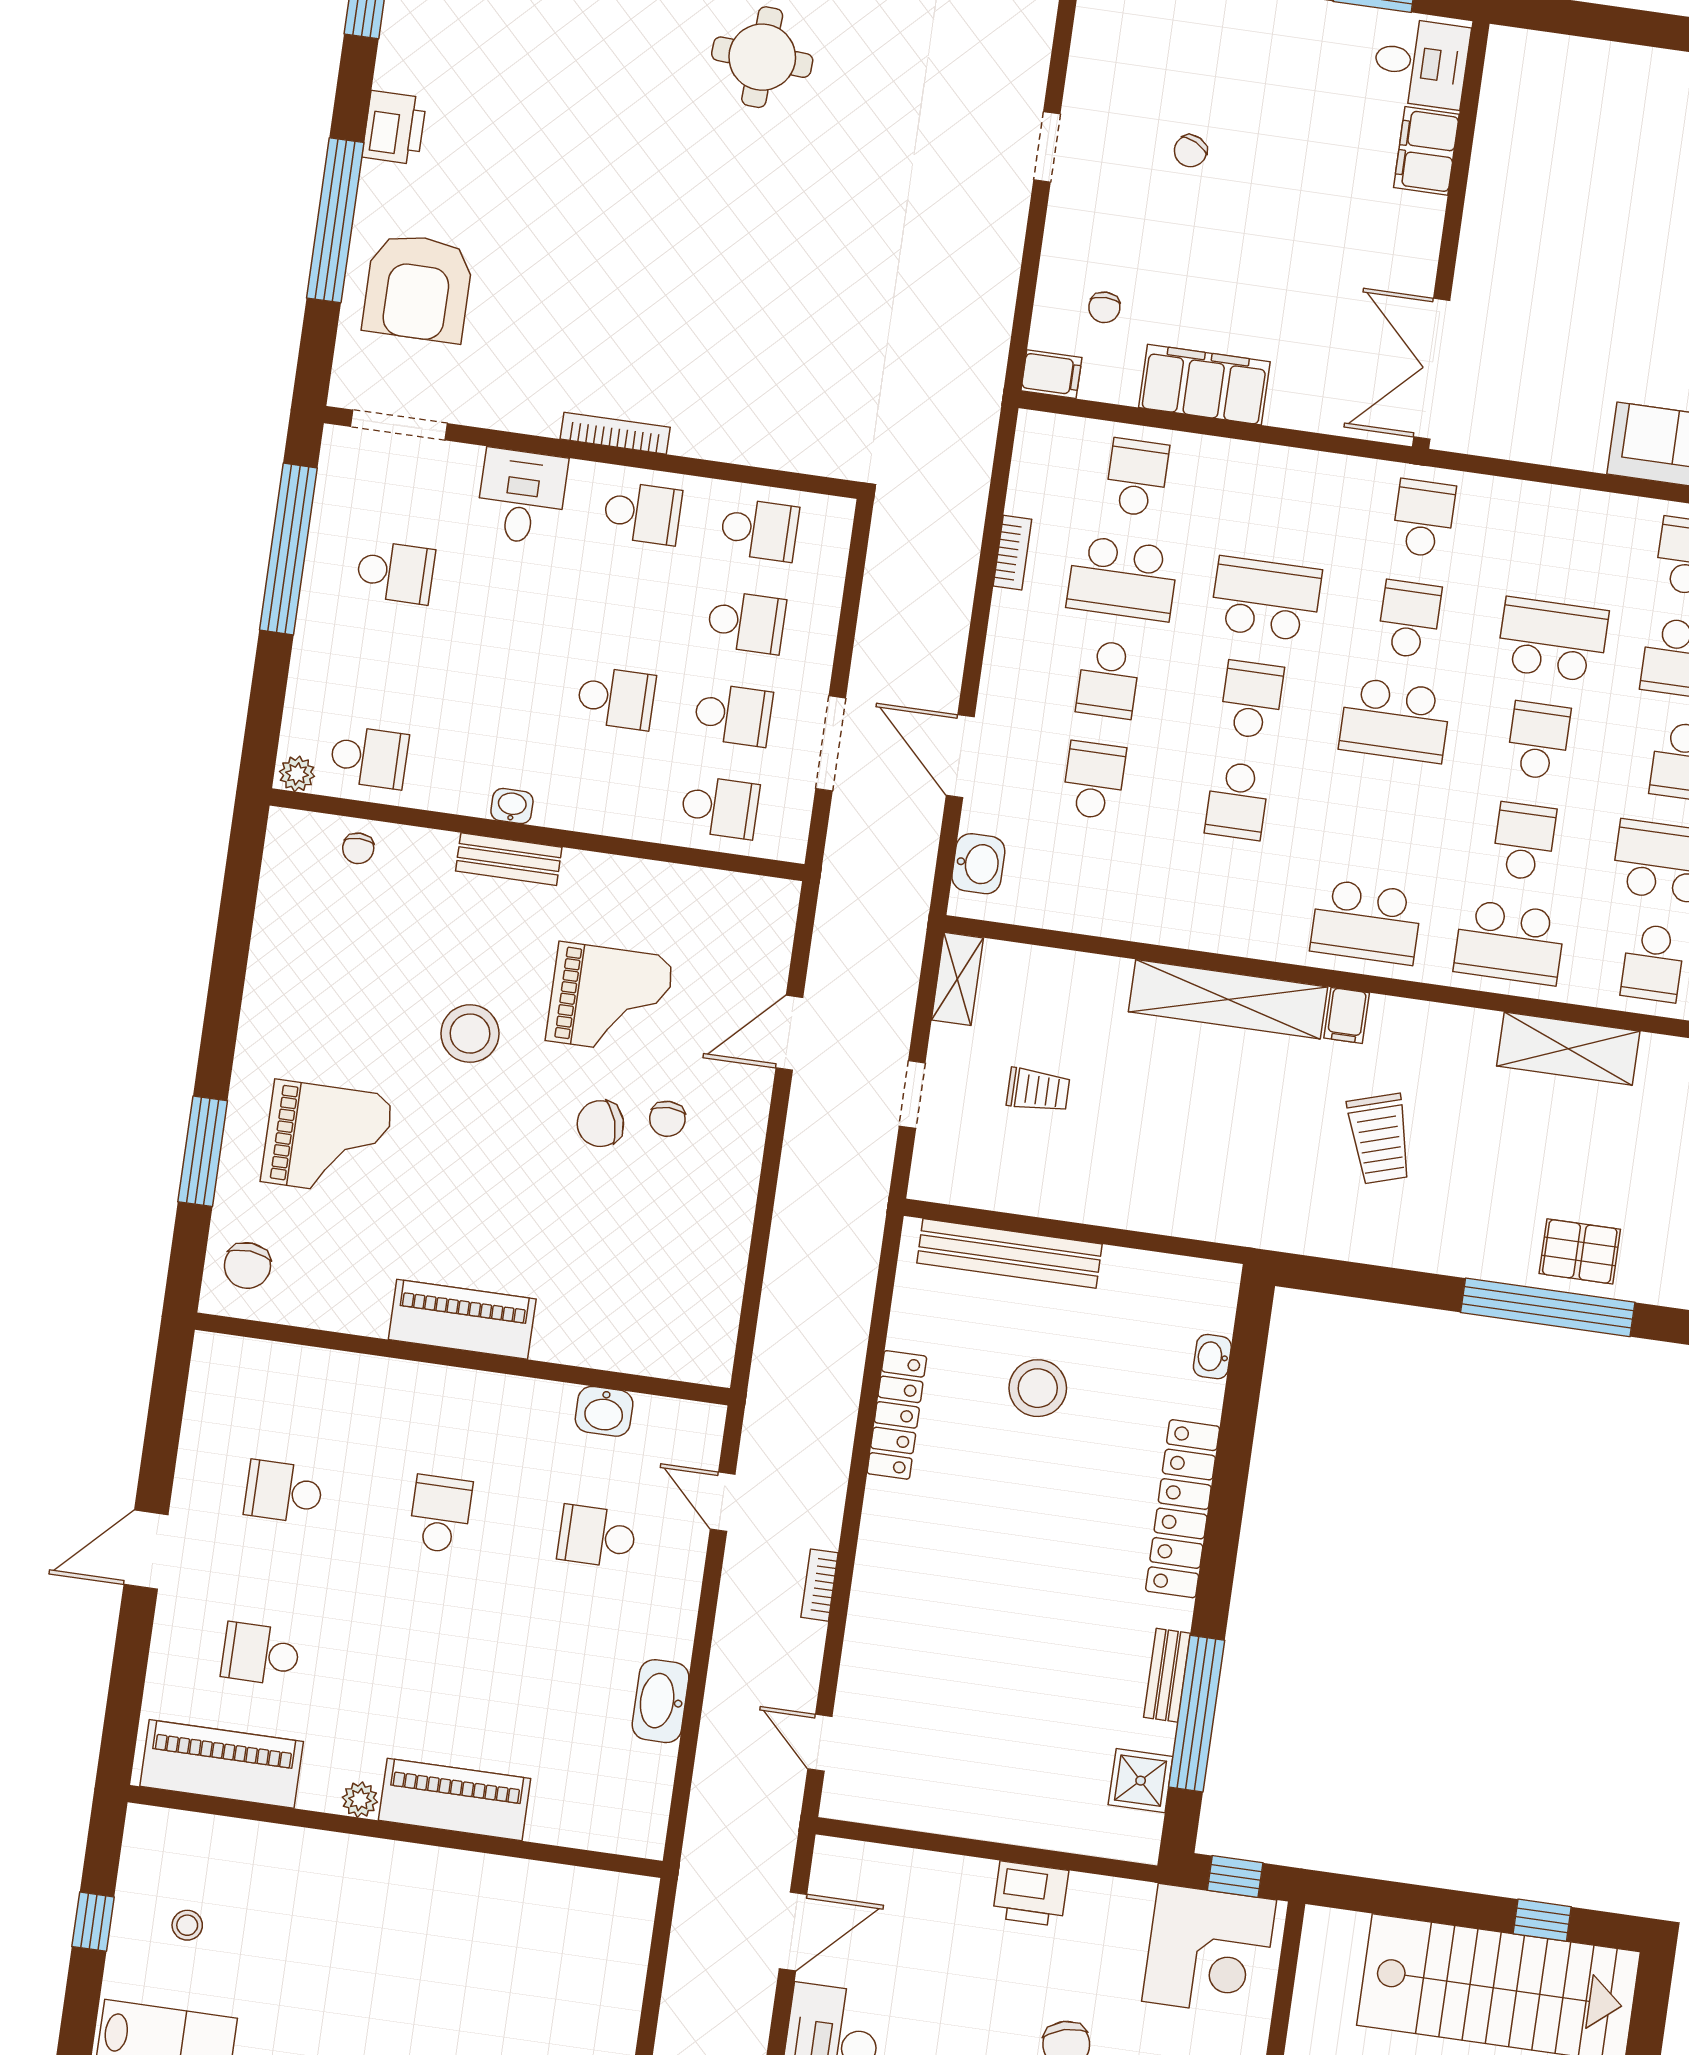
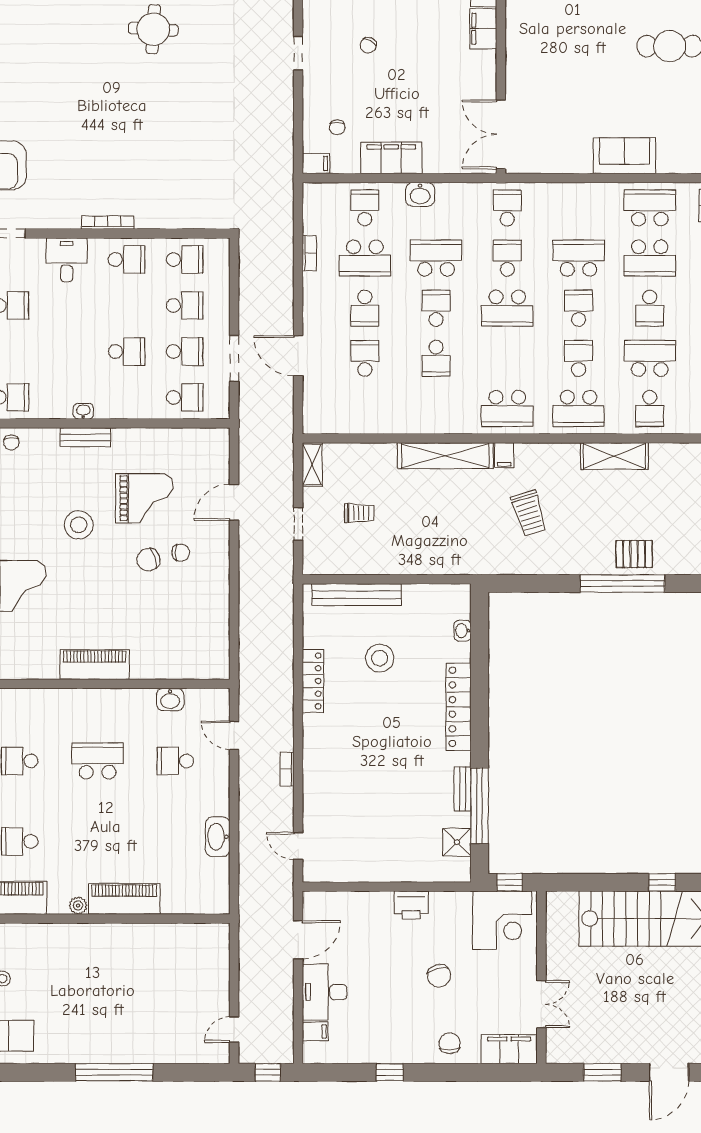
washbasin: (978, 864) -> (420, 194), moved, turned 90
chair: (667, 1119) -> (181, 553), turned -90
school desk: (440, 1514) -> (98, 761), width x1.85

